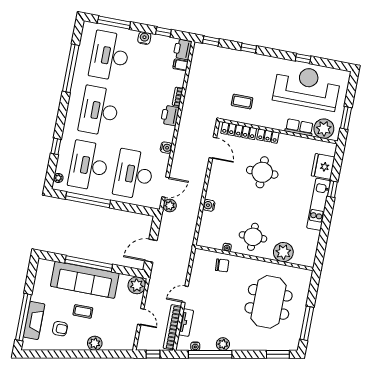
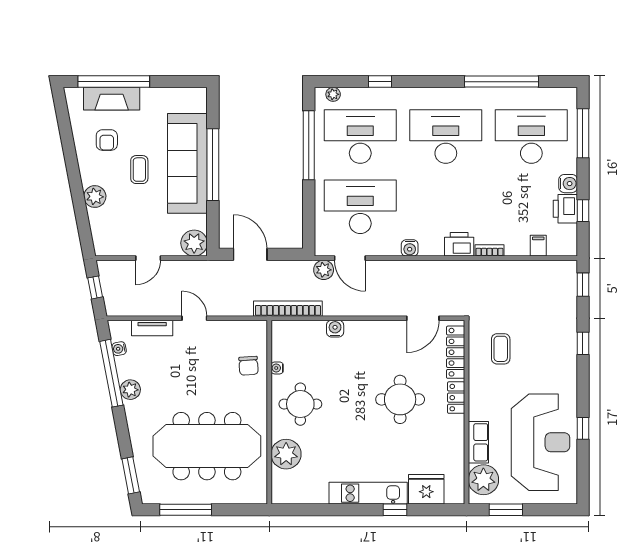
printer: (183, 49) -> (565, 209), moved, turned -90
meeting table: (269, 302) -> (207, 446), width x1.36
bookcase: (172, 327) -> (288, 309), moved

